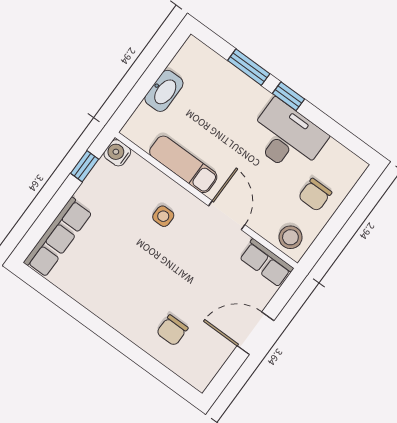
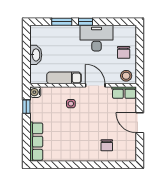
door: (255, 333) -> (140, 123), hinge flipped

